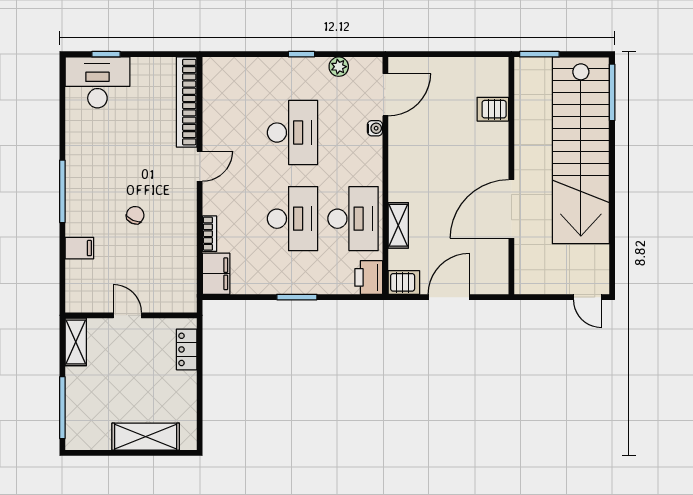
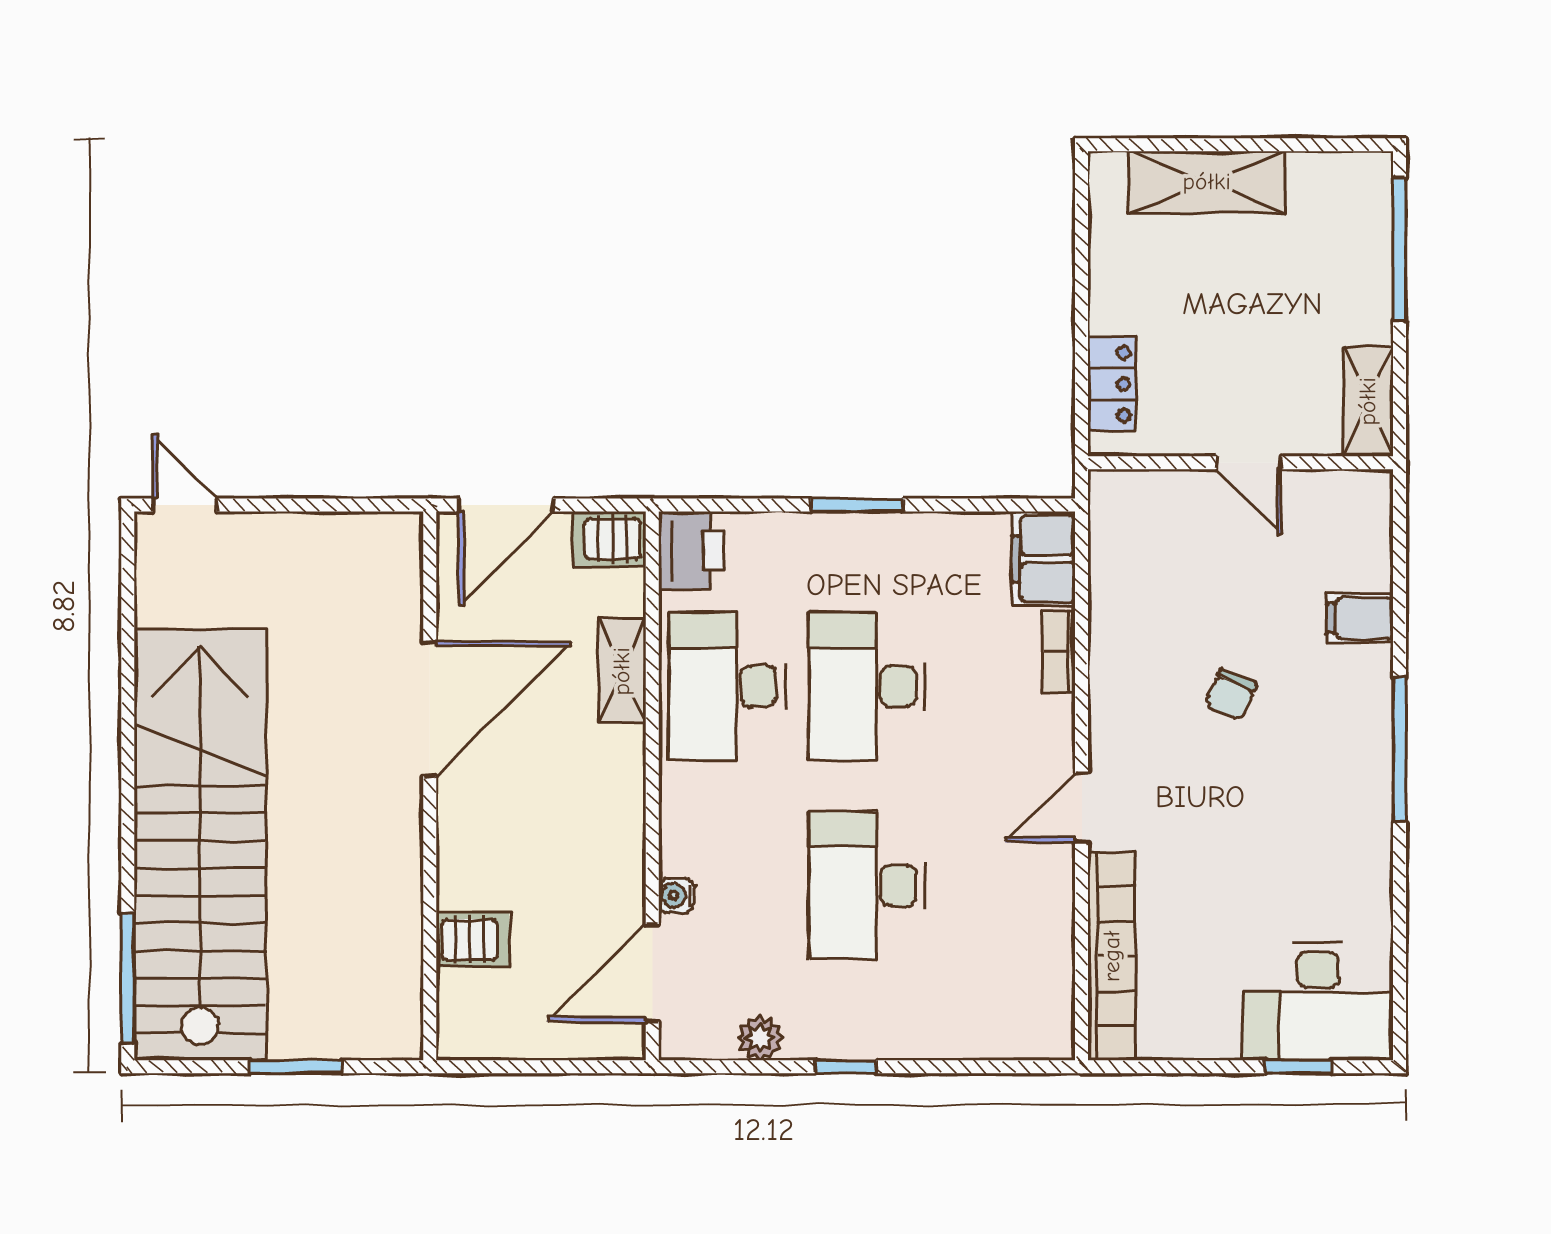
server rack: (493, 109) -> (473, 940), moved
wall: (511, 176) -> (430, 786), moved
door: (511, 209) -> (430, 709), moved

